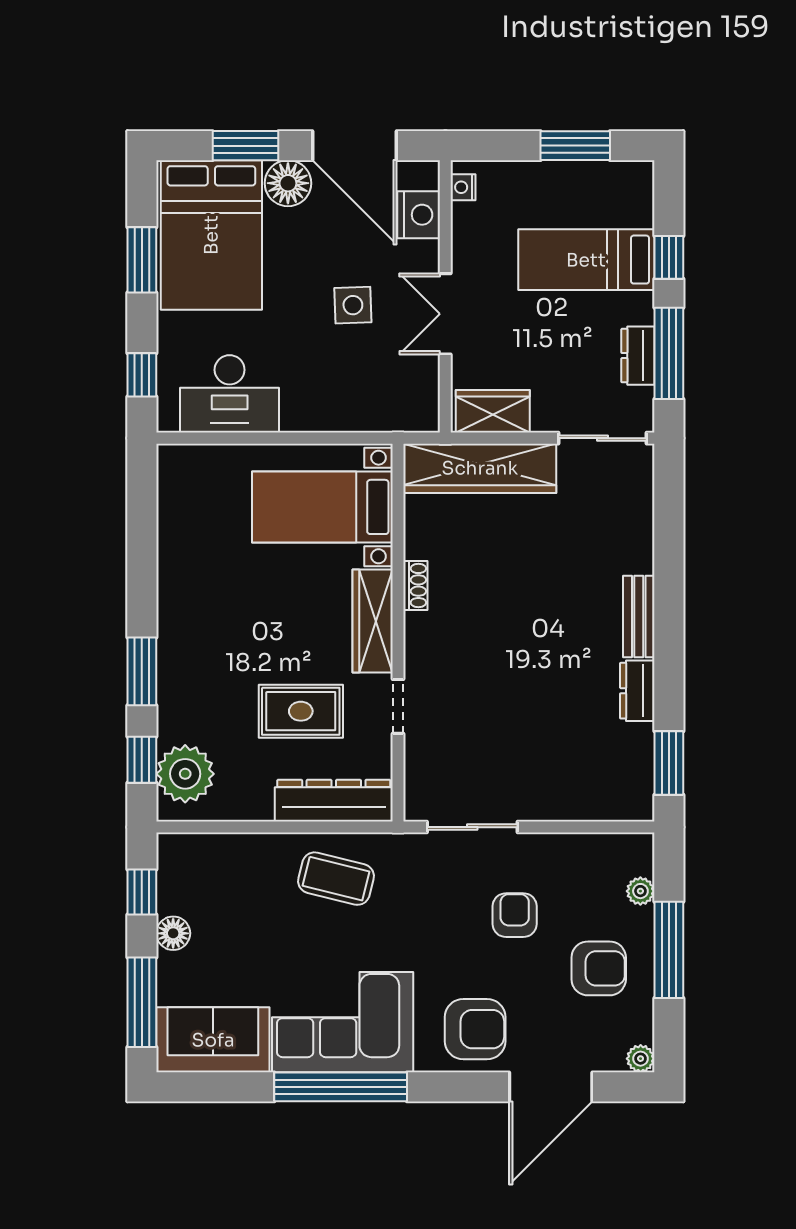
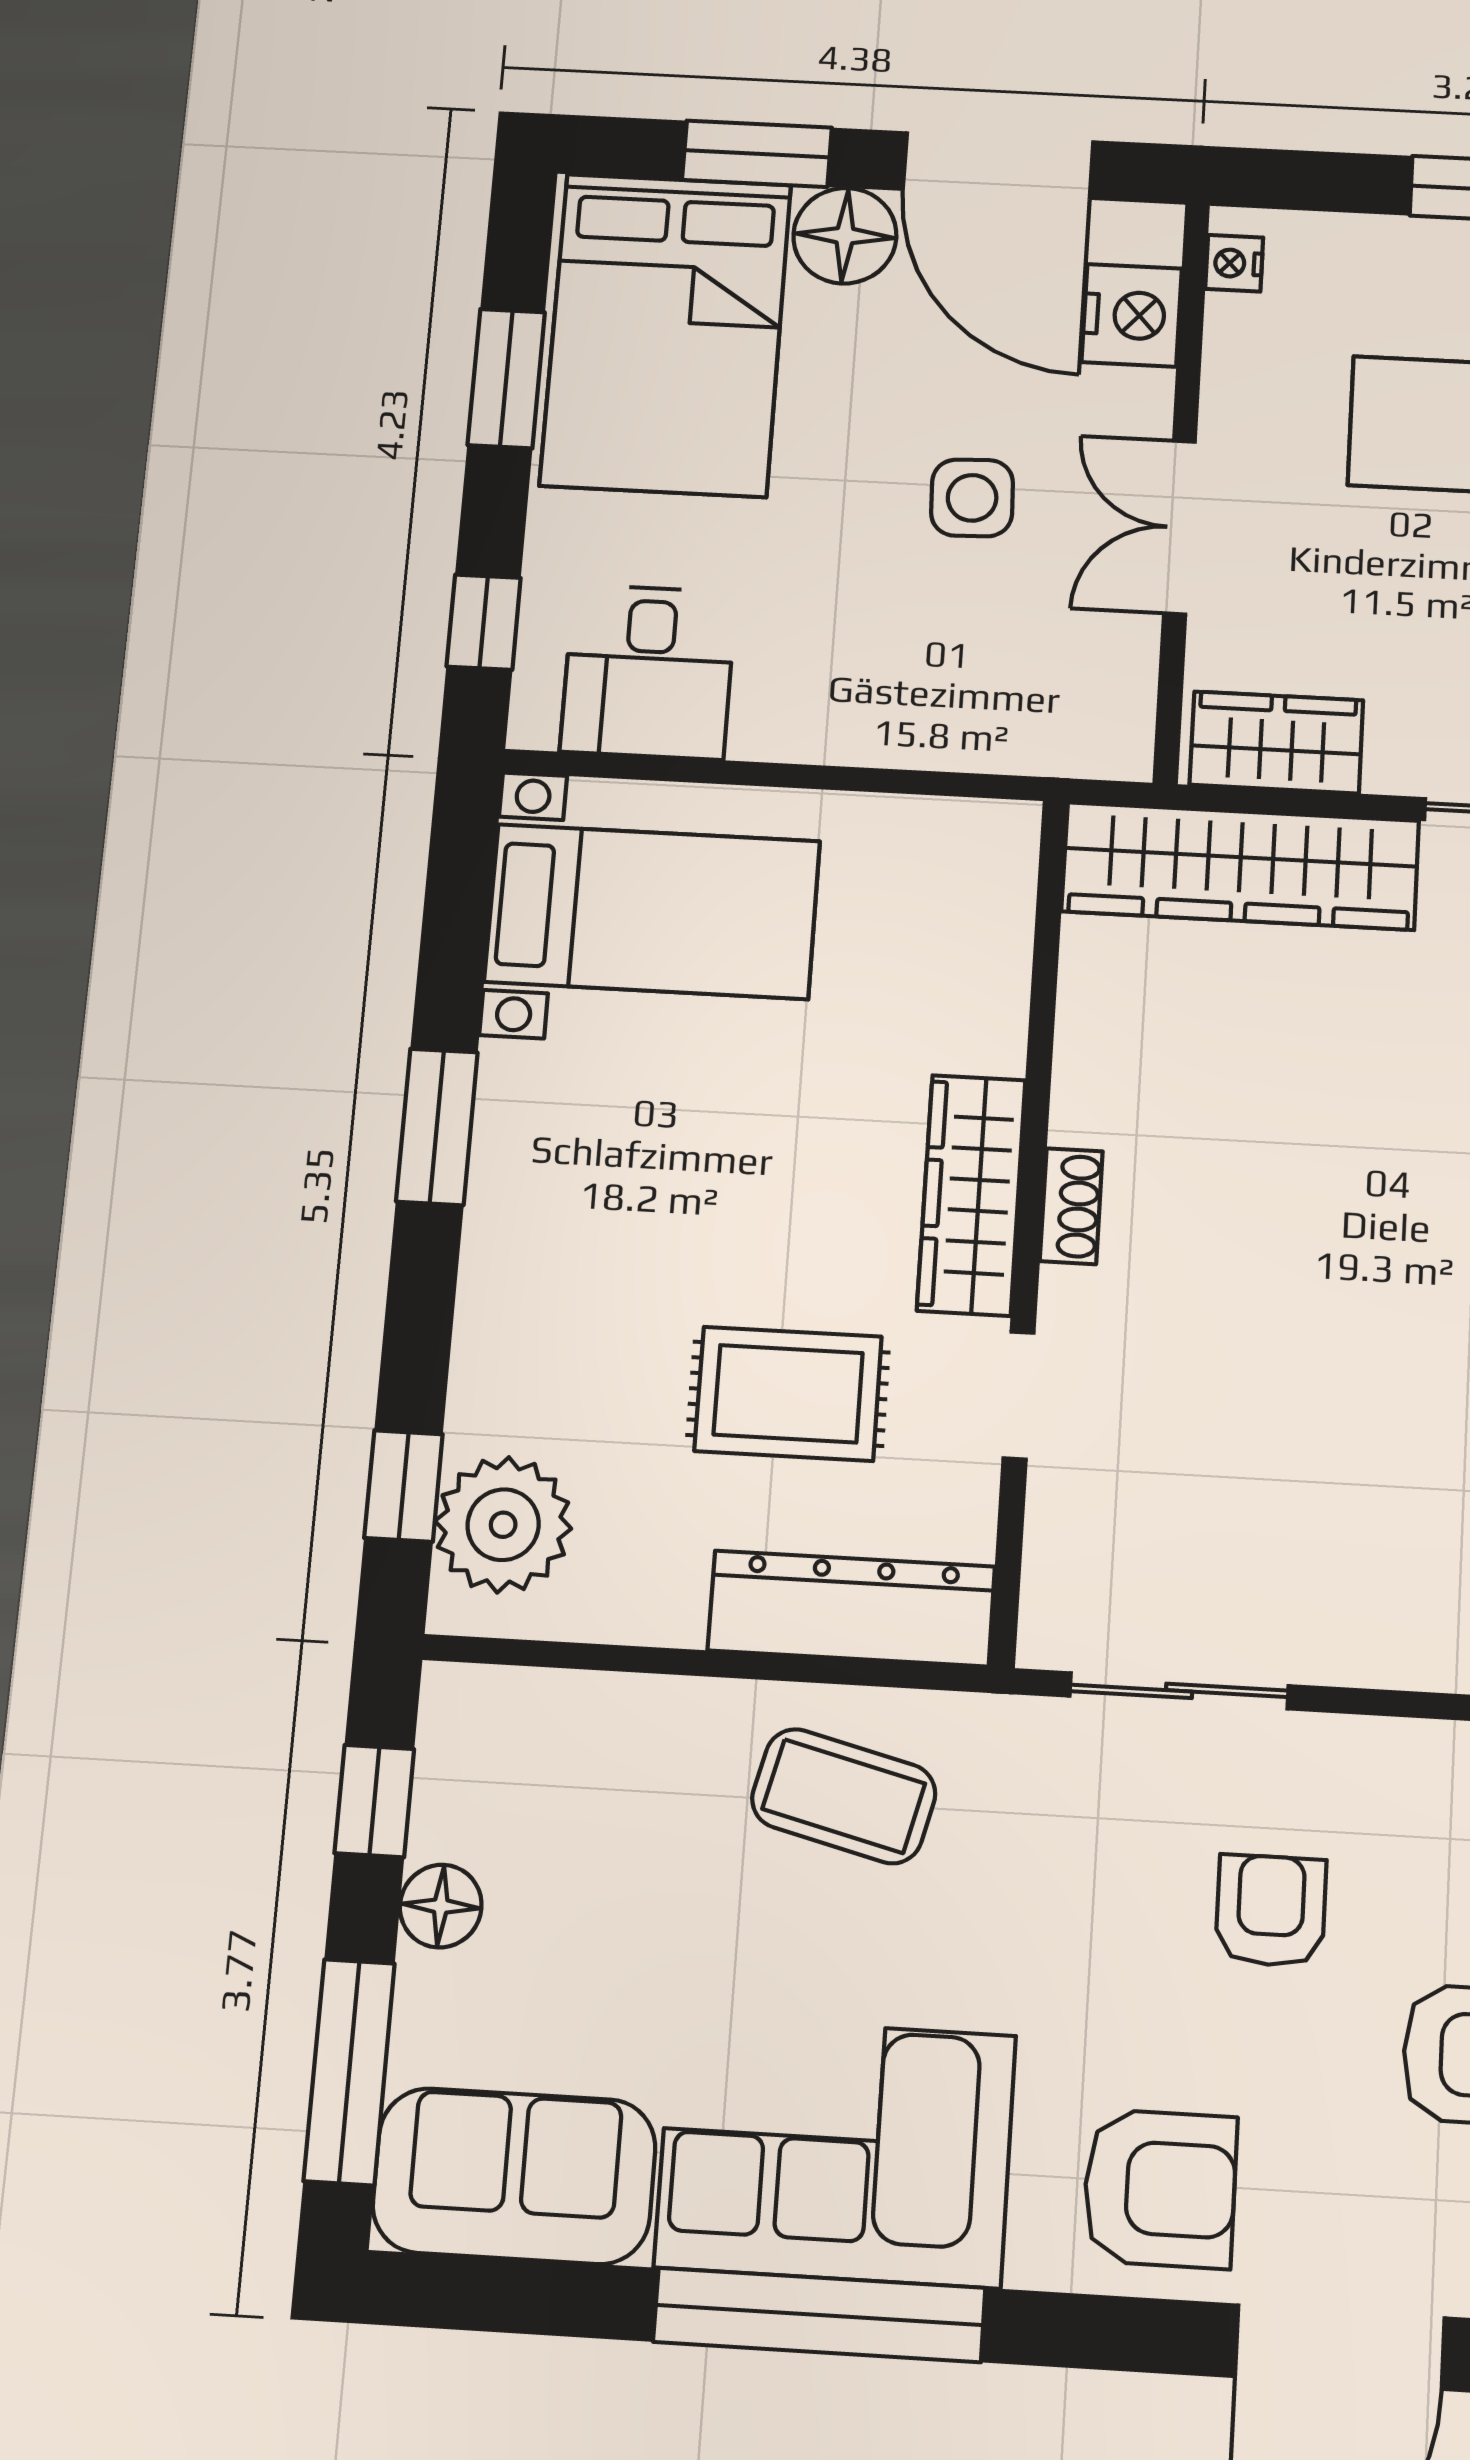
desk: (230, 394) -> (648, 672), width x0.73
bed with nightstands: (322, 507) -> (652, 912), moved, turned 180
shoe rack: (415, 586) -> (1071, 1206), moved
window: (142, 671) -> (437, 1127), moved

